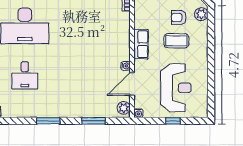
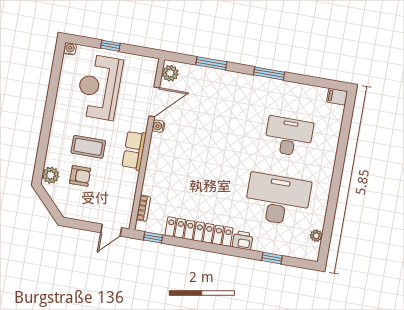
desk: (25, 75) -> (289, 137), width x1.37
water cooler: (138, 113) -> (70, 49), moved

